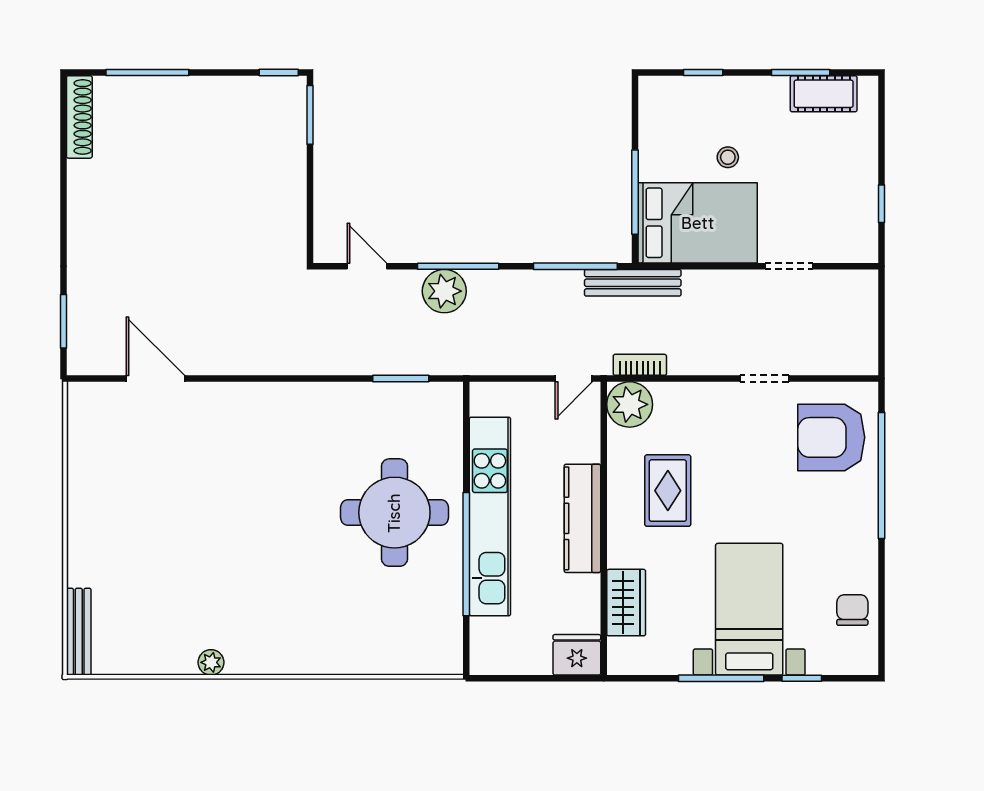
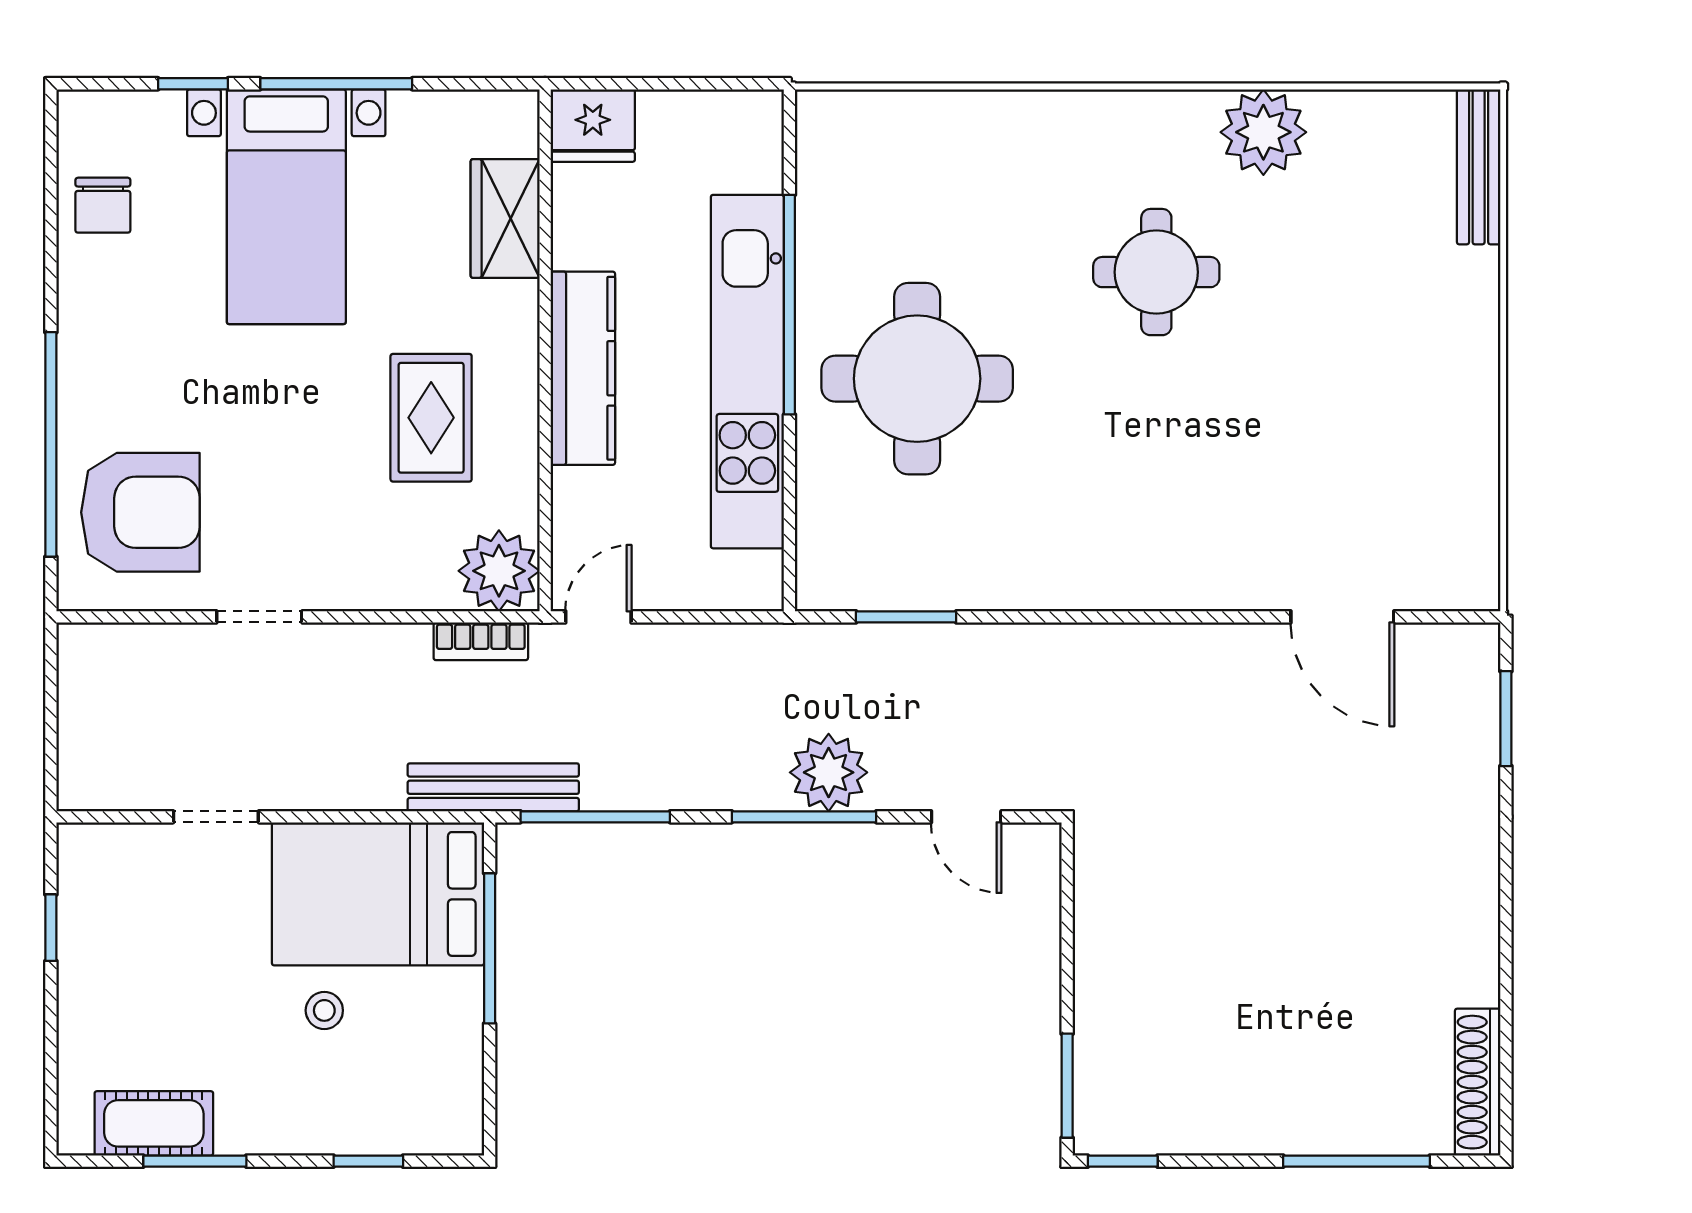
round table: (260, 572) -> (1156, 272), added
plant: (211, 662) -> (1263, 132), width x1.87, depth x1.87

